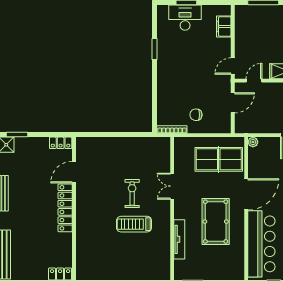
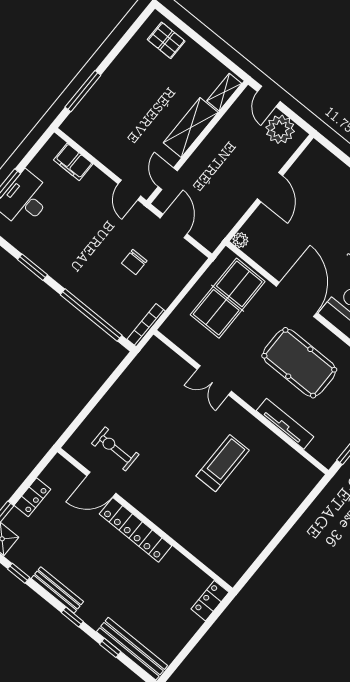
window: (155, 98) -> (91, 315), added
chair: (196, 115) -> (134, 262), moved
locker: (61, 143) -> (32, 497), moved
door: (74, 172) -> (101, 484), hinge flipped
exercise bike: (132, 194) -> (115, 449), moved
treadmill: (134, 224) -> (223, 463), turned 180

